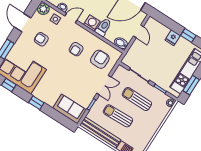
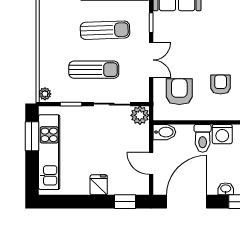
window: (188, 35) -> (125, 202), moved
armchair: (100, 59) -> (179, 92), turned 180
plant: (128, 60) -> (140, 115), added
double door: (104, 85) -> (151, 60), swing flipped

